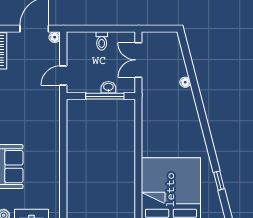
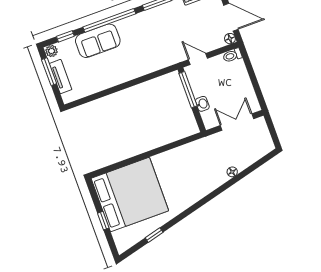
toilet: (102, 41) -> (232, 55), moved
window: (105, 96) -> (188, 90), moved

